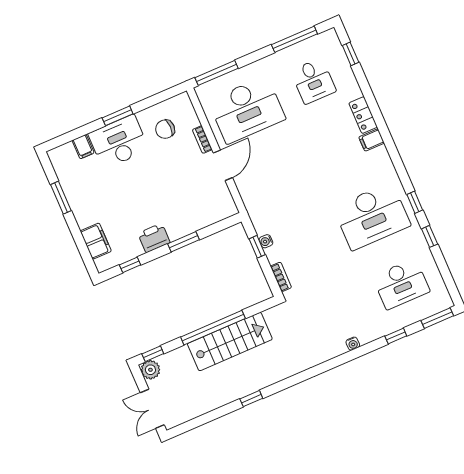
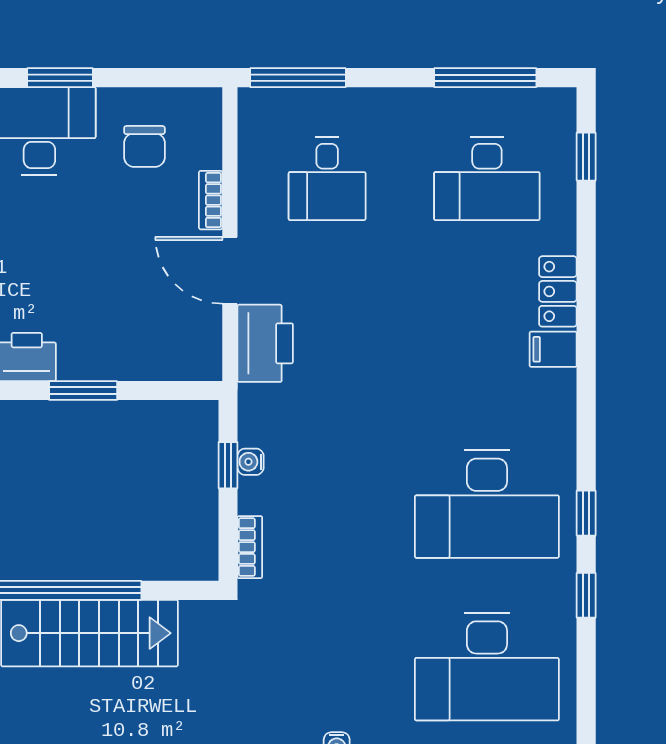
desk: (313, 81) -> (487, 179), width x1.37
desk: (247, 110) -> (327, 179), width x0.53, depth x0.77
chair: (165, 129) -> (144, 146), turned -90
door: (223, 165) -> (230, 270), swing flipped
printer: (251, 189) -> (265, 343), added
desk: (401, 284) -> (487, 667), width x1.36, depth x1.30

